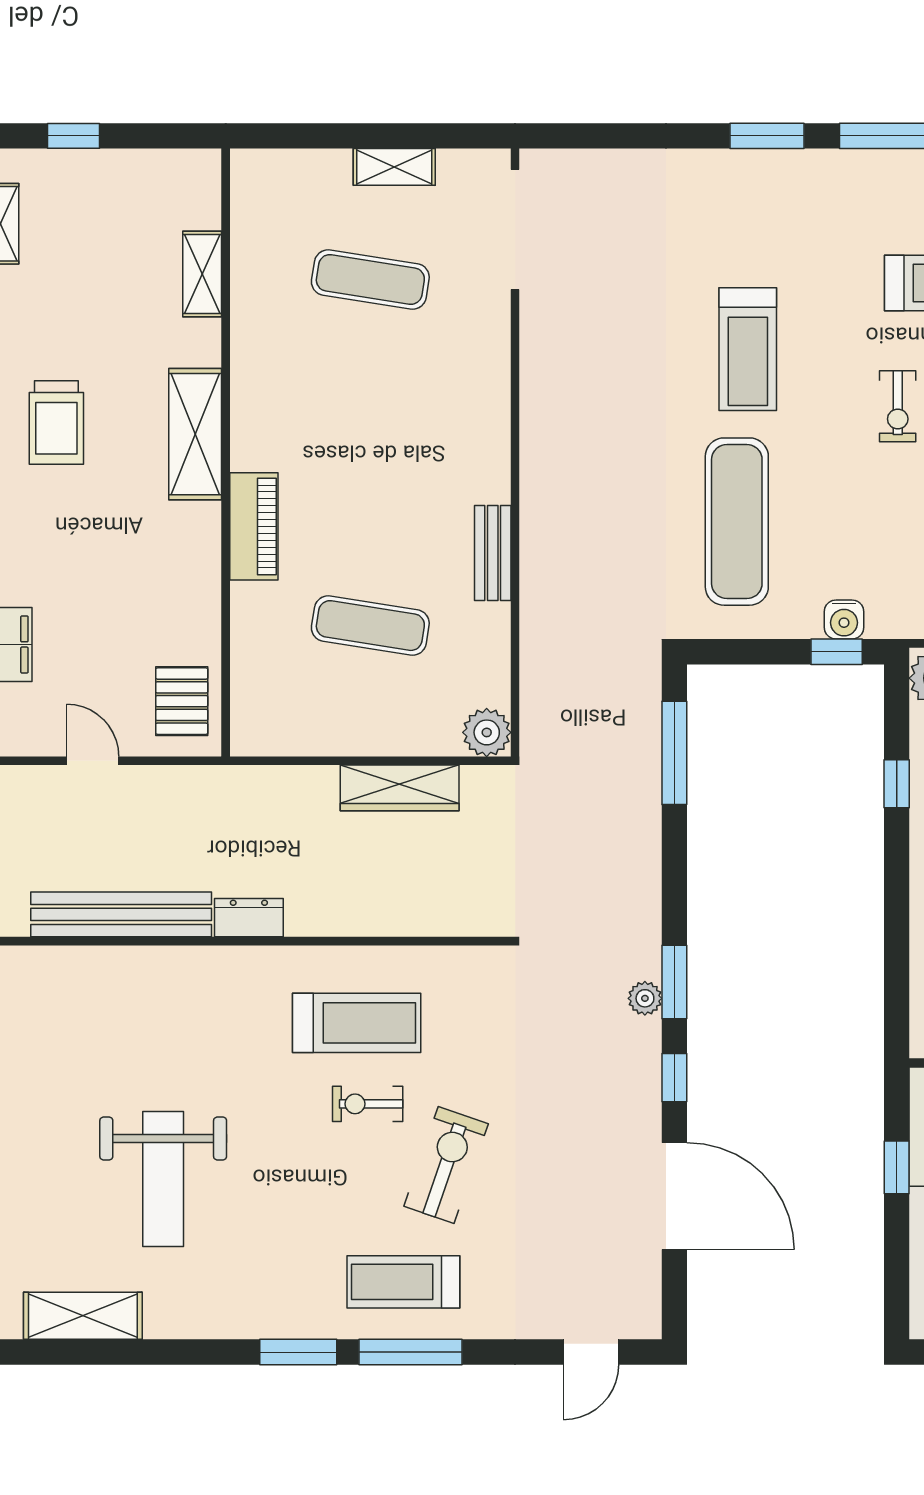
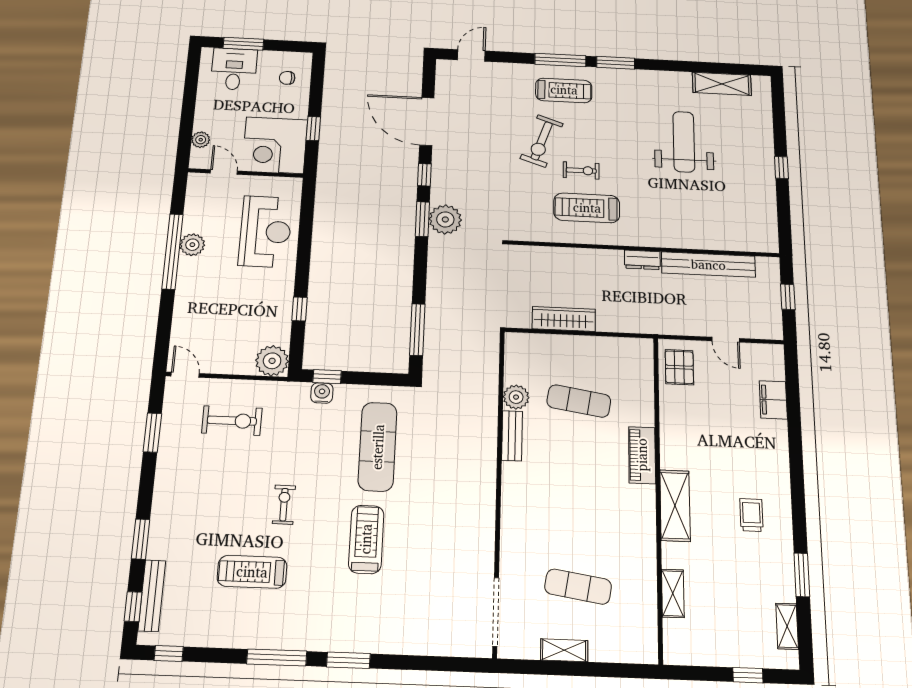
trolley: (56, 422) -> (751, 515), width x0.73, depth x0.72
plant: (487, 732) -> (516, 397), moved
plant: (645, 998) -> (445, 219), width x1.88, depth x1.88

